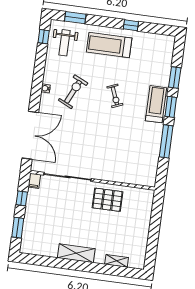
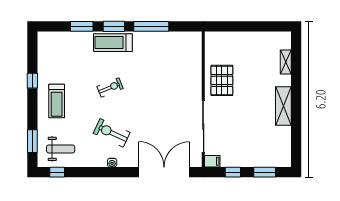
treadmill: (109, 45) -> (57, 101), width x0.73, depth x0.73

